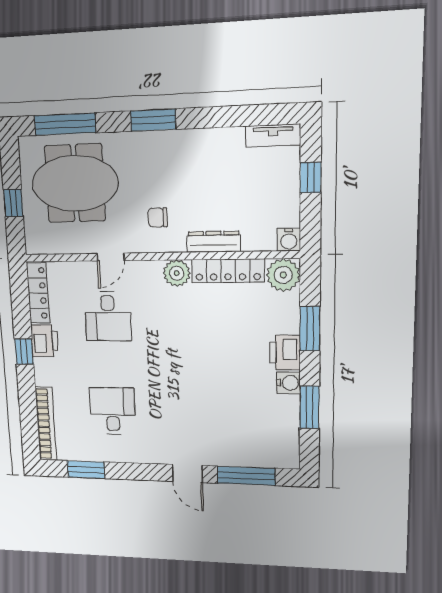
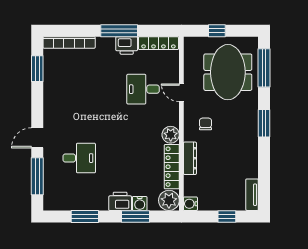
window: (24, 352) -> (119, 31), width x2.17
water cooler: (288, 383) -> (140, 203), moved
desk: (113, 411) -> (79, 158), moved

